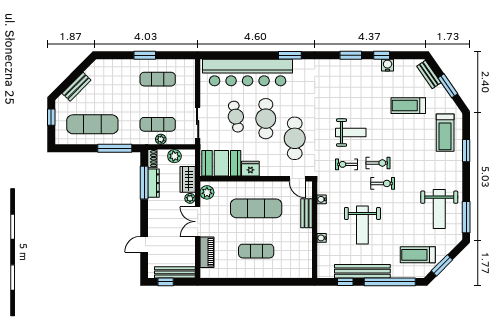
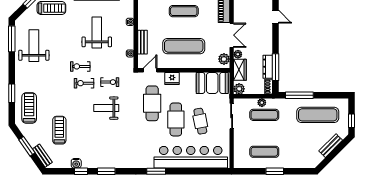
treadmill: (408, 106) -> (59, 130), turned -90
plant: (174, 156) -> (239, 89), moved
fridge: (250, 169) -> (172, 79), moved
door: (297, 179) -> (150, 70), hinge flipped
door: (144, 244) -> (275, 17), hinge flipped

